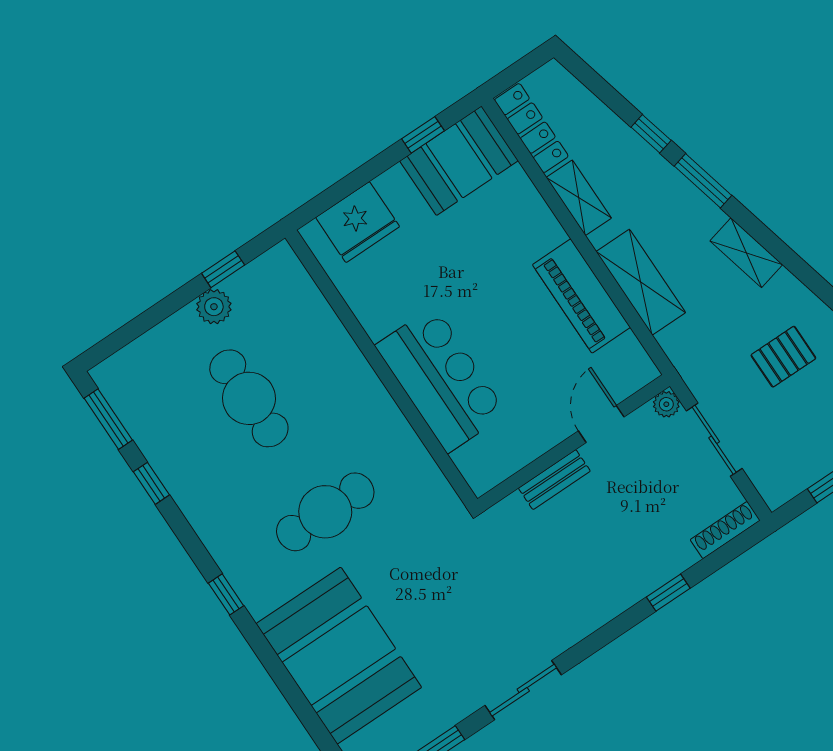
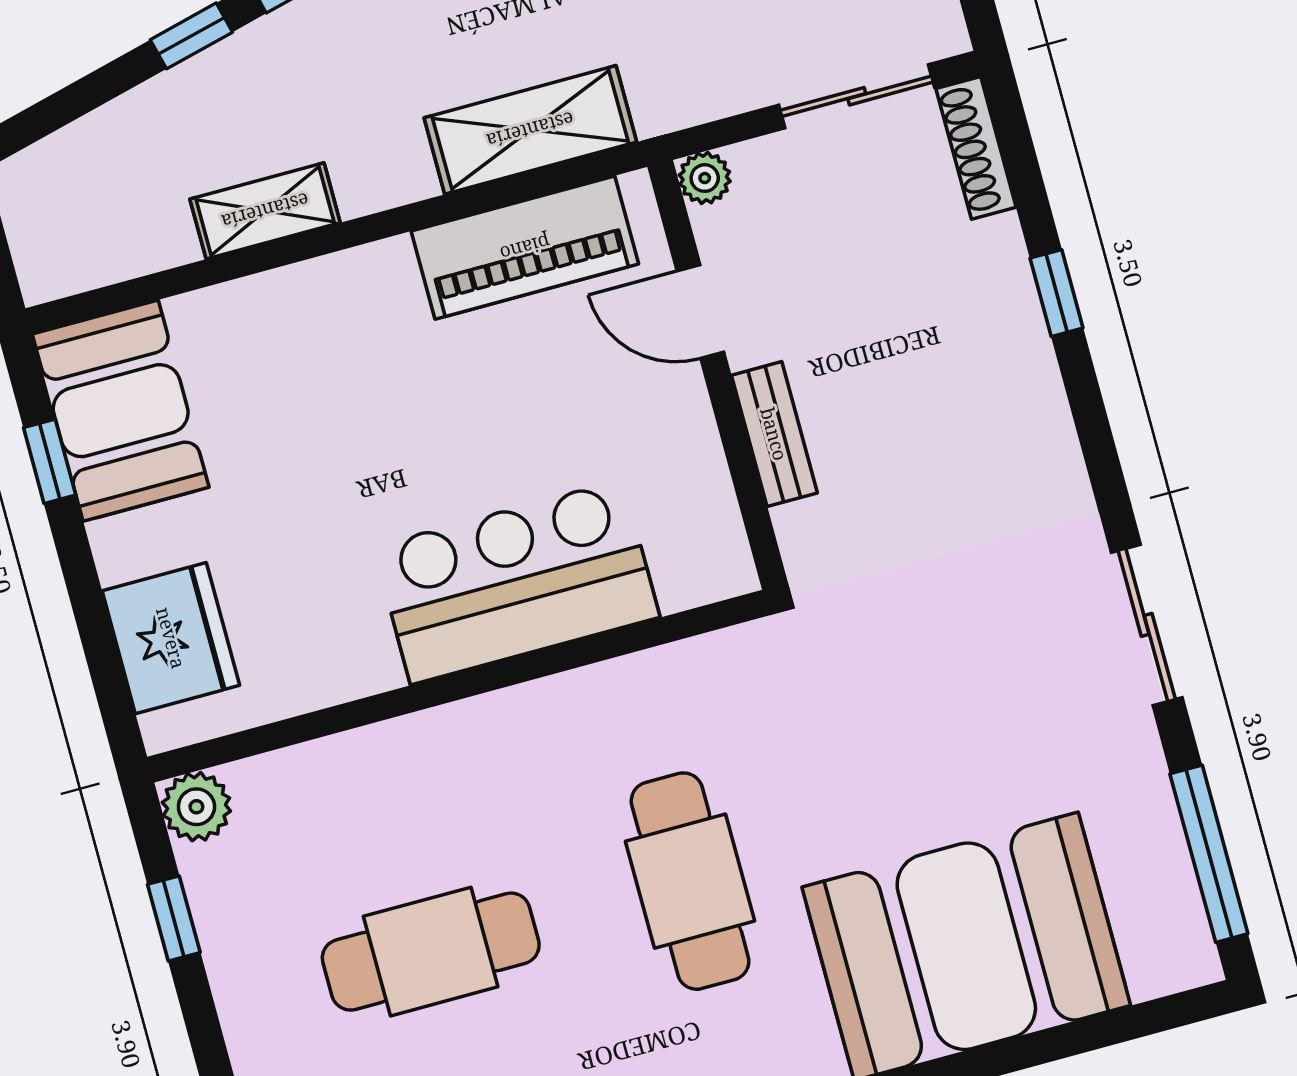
locker: (531, 128) -> (105, 255), removed
shelving: (641, 282) -> (530, 130), moved
piano: (581, 296) -> (525, 248), moved
plant: (214, 307) -> (196, 807), moved
sliding door: (714, 440) -> (857, 96), moved

